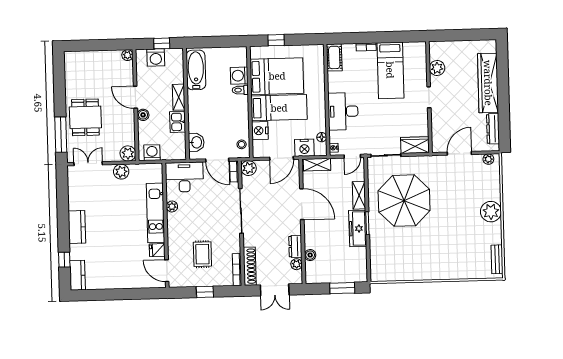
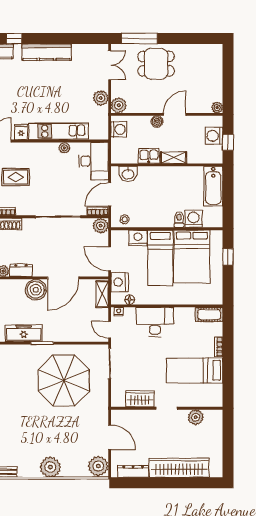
bathtub: (196, 70) -> (213, 186), moved, turned 90
wardrobe: (415, 145) -> (140, 399), moved, turned -90
plant: (488, 159) -> (98, 466), width x1.87, depth x1.87
shelving: (359, 195) -> (70, 336), removed
kitchen counter: (77, 227) -> (46, 52), width x1.50
freezer: (358, 229) -> (24, 333), moved
boiler: (310, 255) -> (36, 290), moved, width x1.86, depth x1.86

